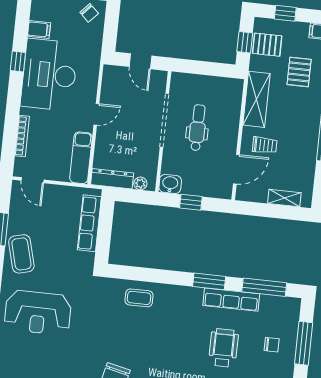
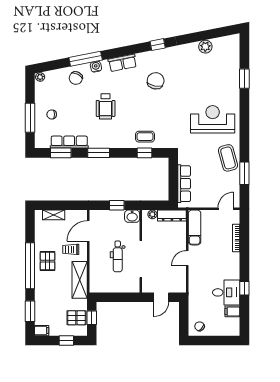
door: (140, 61) -> (161, 297), swing flipped
pallet: (299, 72) -> (48, 261), moved
desk: (49, 75) -> (226, 292), width x0.53, depth x0.77
door: (32, 180) -> (226, 209), hinge flipped
window: (142, 274) -> (144, 153), added
window: (264, 287) -> (61, 153), width x0.69
row of seats: (231, 300) -> (69, 142), moved
wheelchair: (223, 348) -> (106, 106), moved

